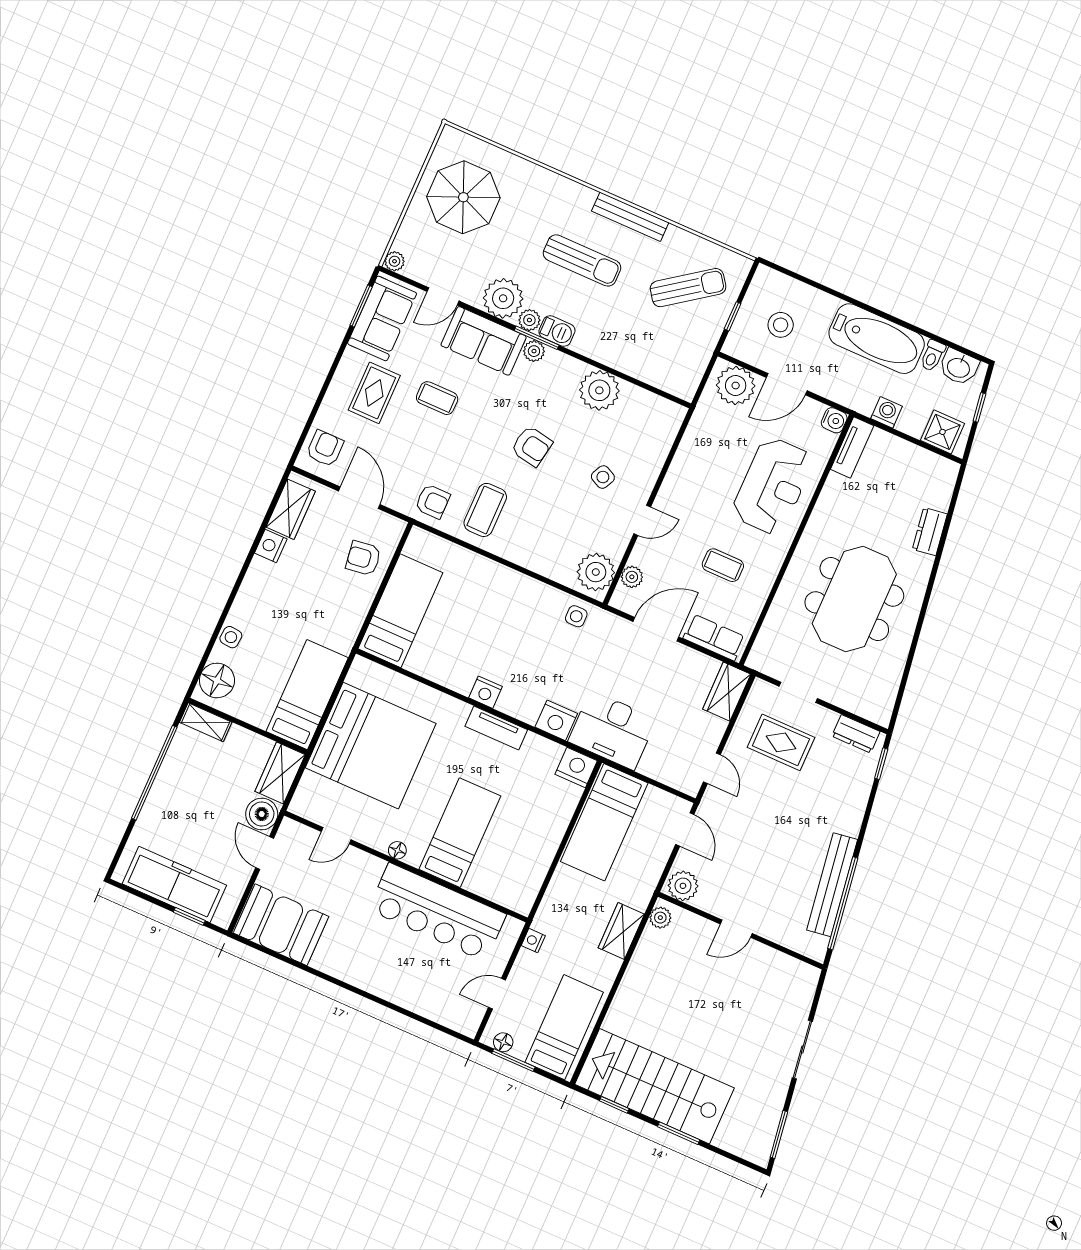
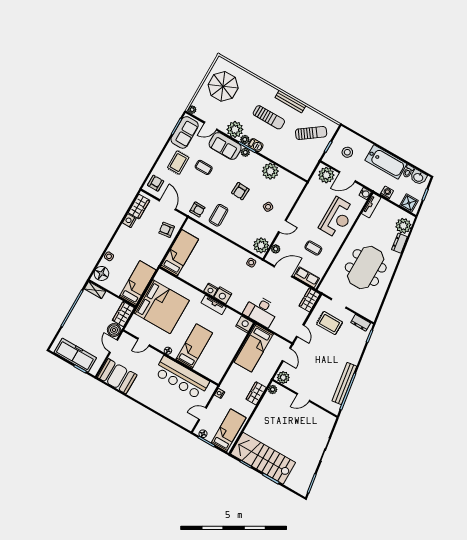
armchair: (532, 446) -> (240, 191), turned 83
plant: (935, 489) -> (403, 226), added
nightstand: (556, 720) -> (223, 295), moved

